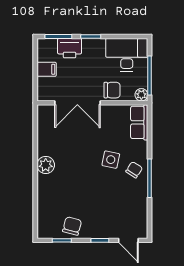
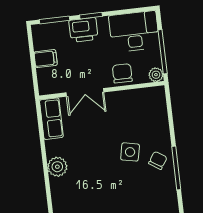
printer: (70, 48) -> (83, 30), moved
chair: (112, 90) -> (122, 73), turned -90
double door: (77, 103) -> (85, 92), width x0.73
row of seats: (139, 122) -> (51, 119), moved, turned 180

